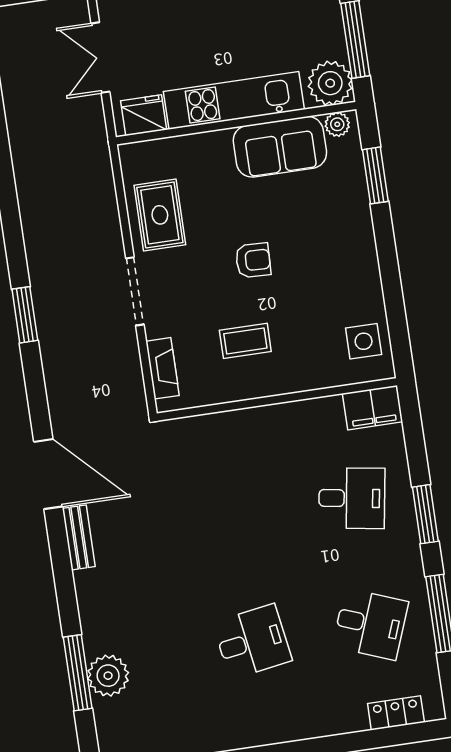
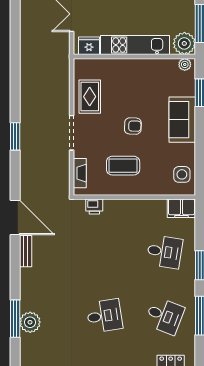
sofa: (280, 147) -> (182, 120), moved, turned 90
coffee table: (245, 341) -> (123, 166), width x1.36, depth x1.30
printer: (201, 430) -> (94, 206), added

